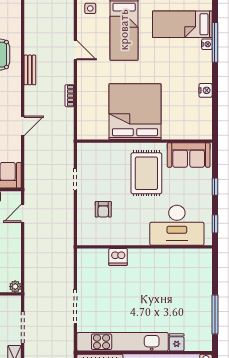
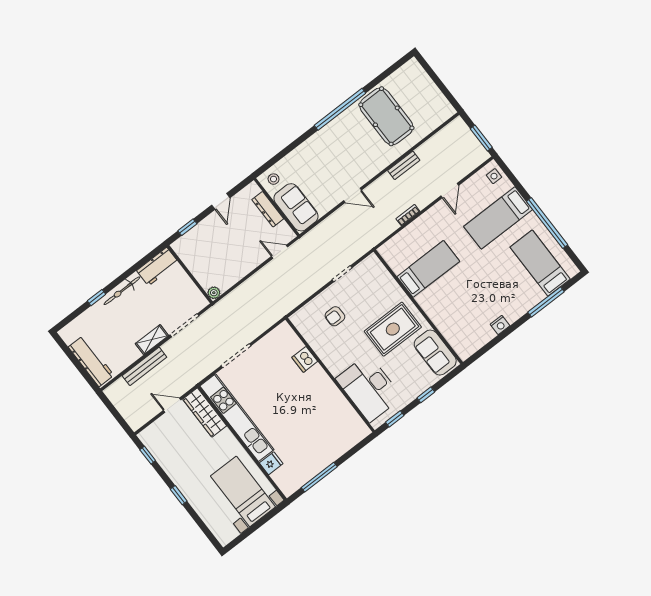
nightstand: (207, 44) -> (539, 296), removed
bed: (135, 112) -> (428, 269), width x0.49

